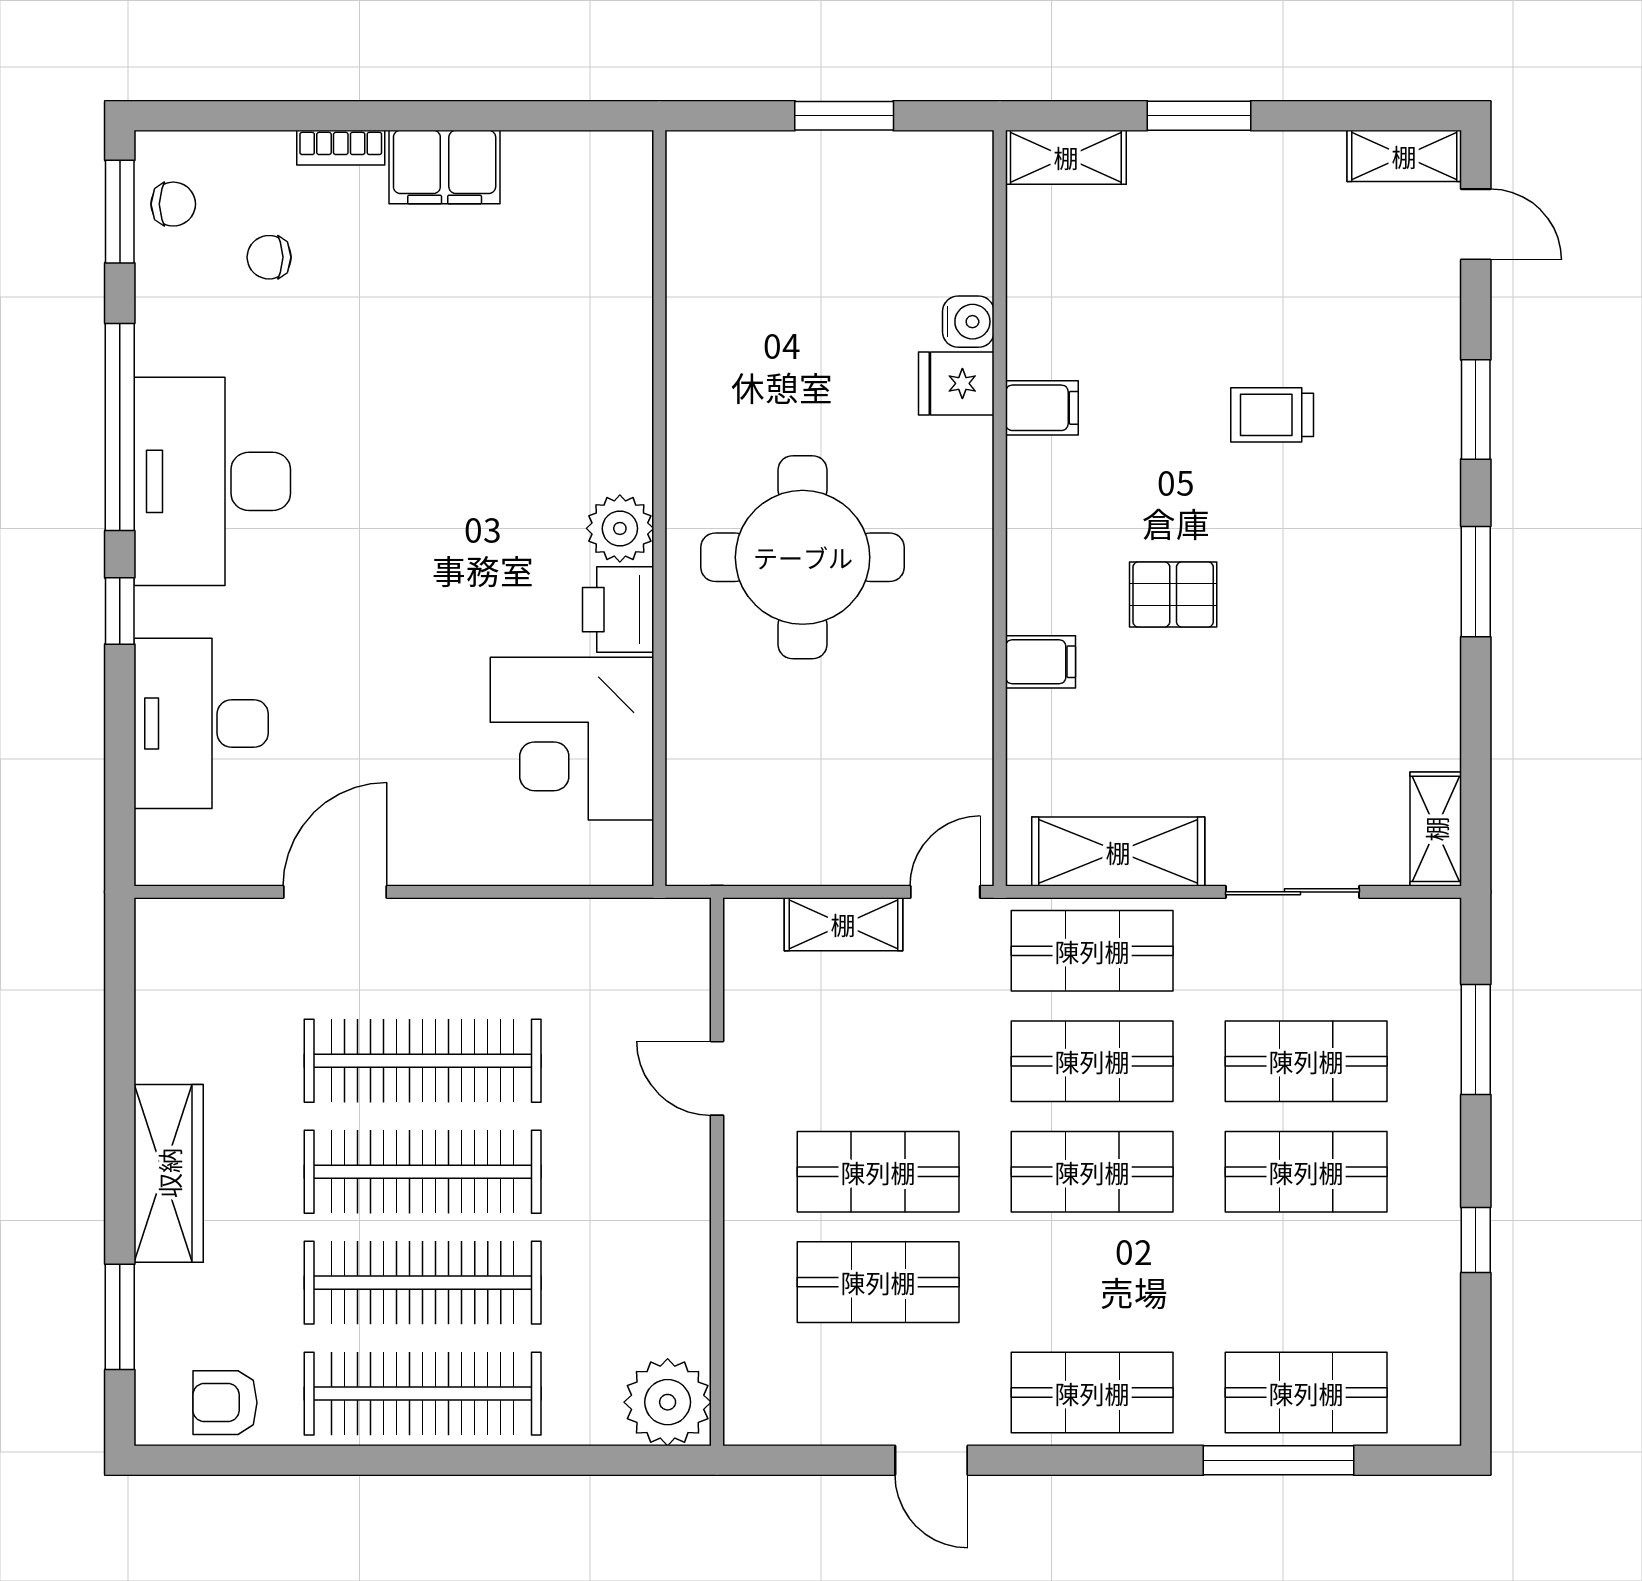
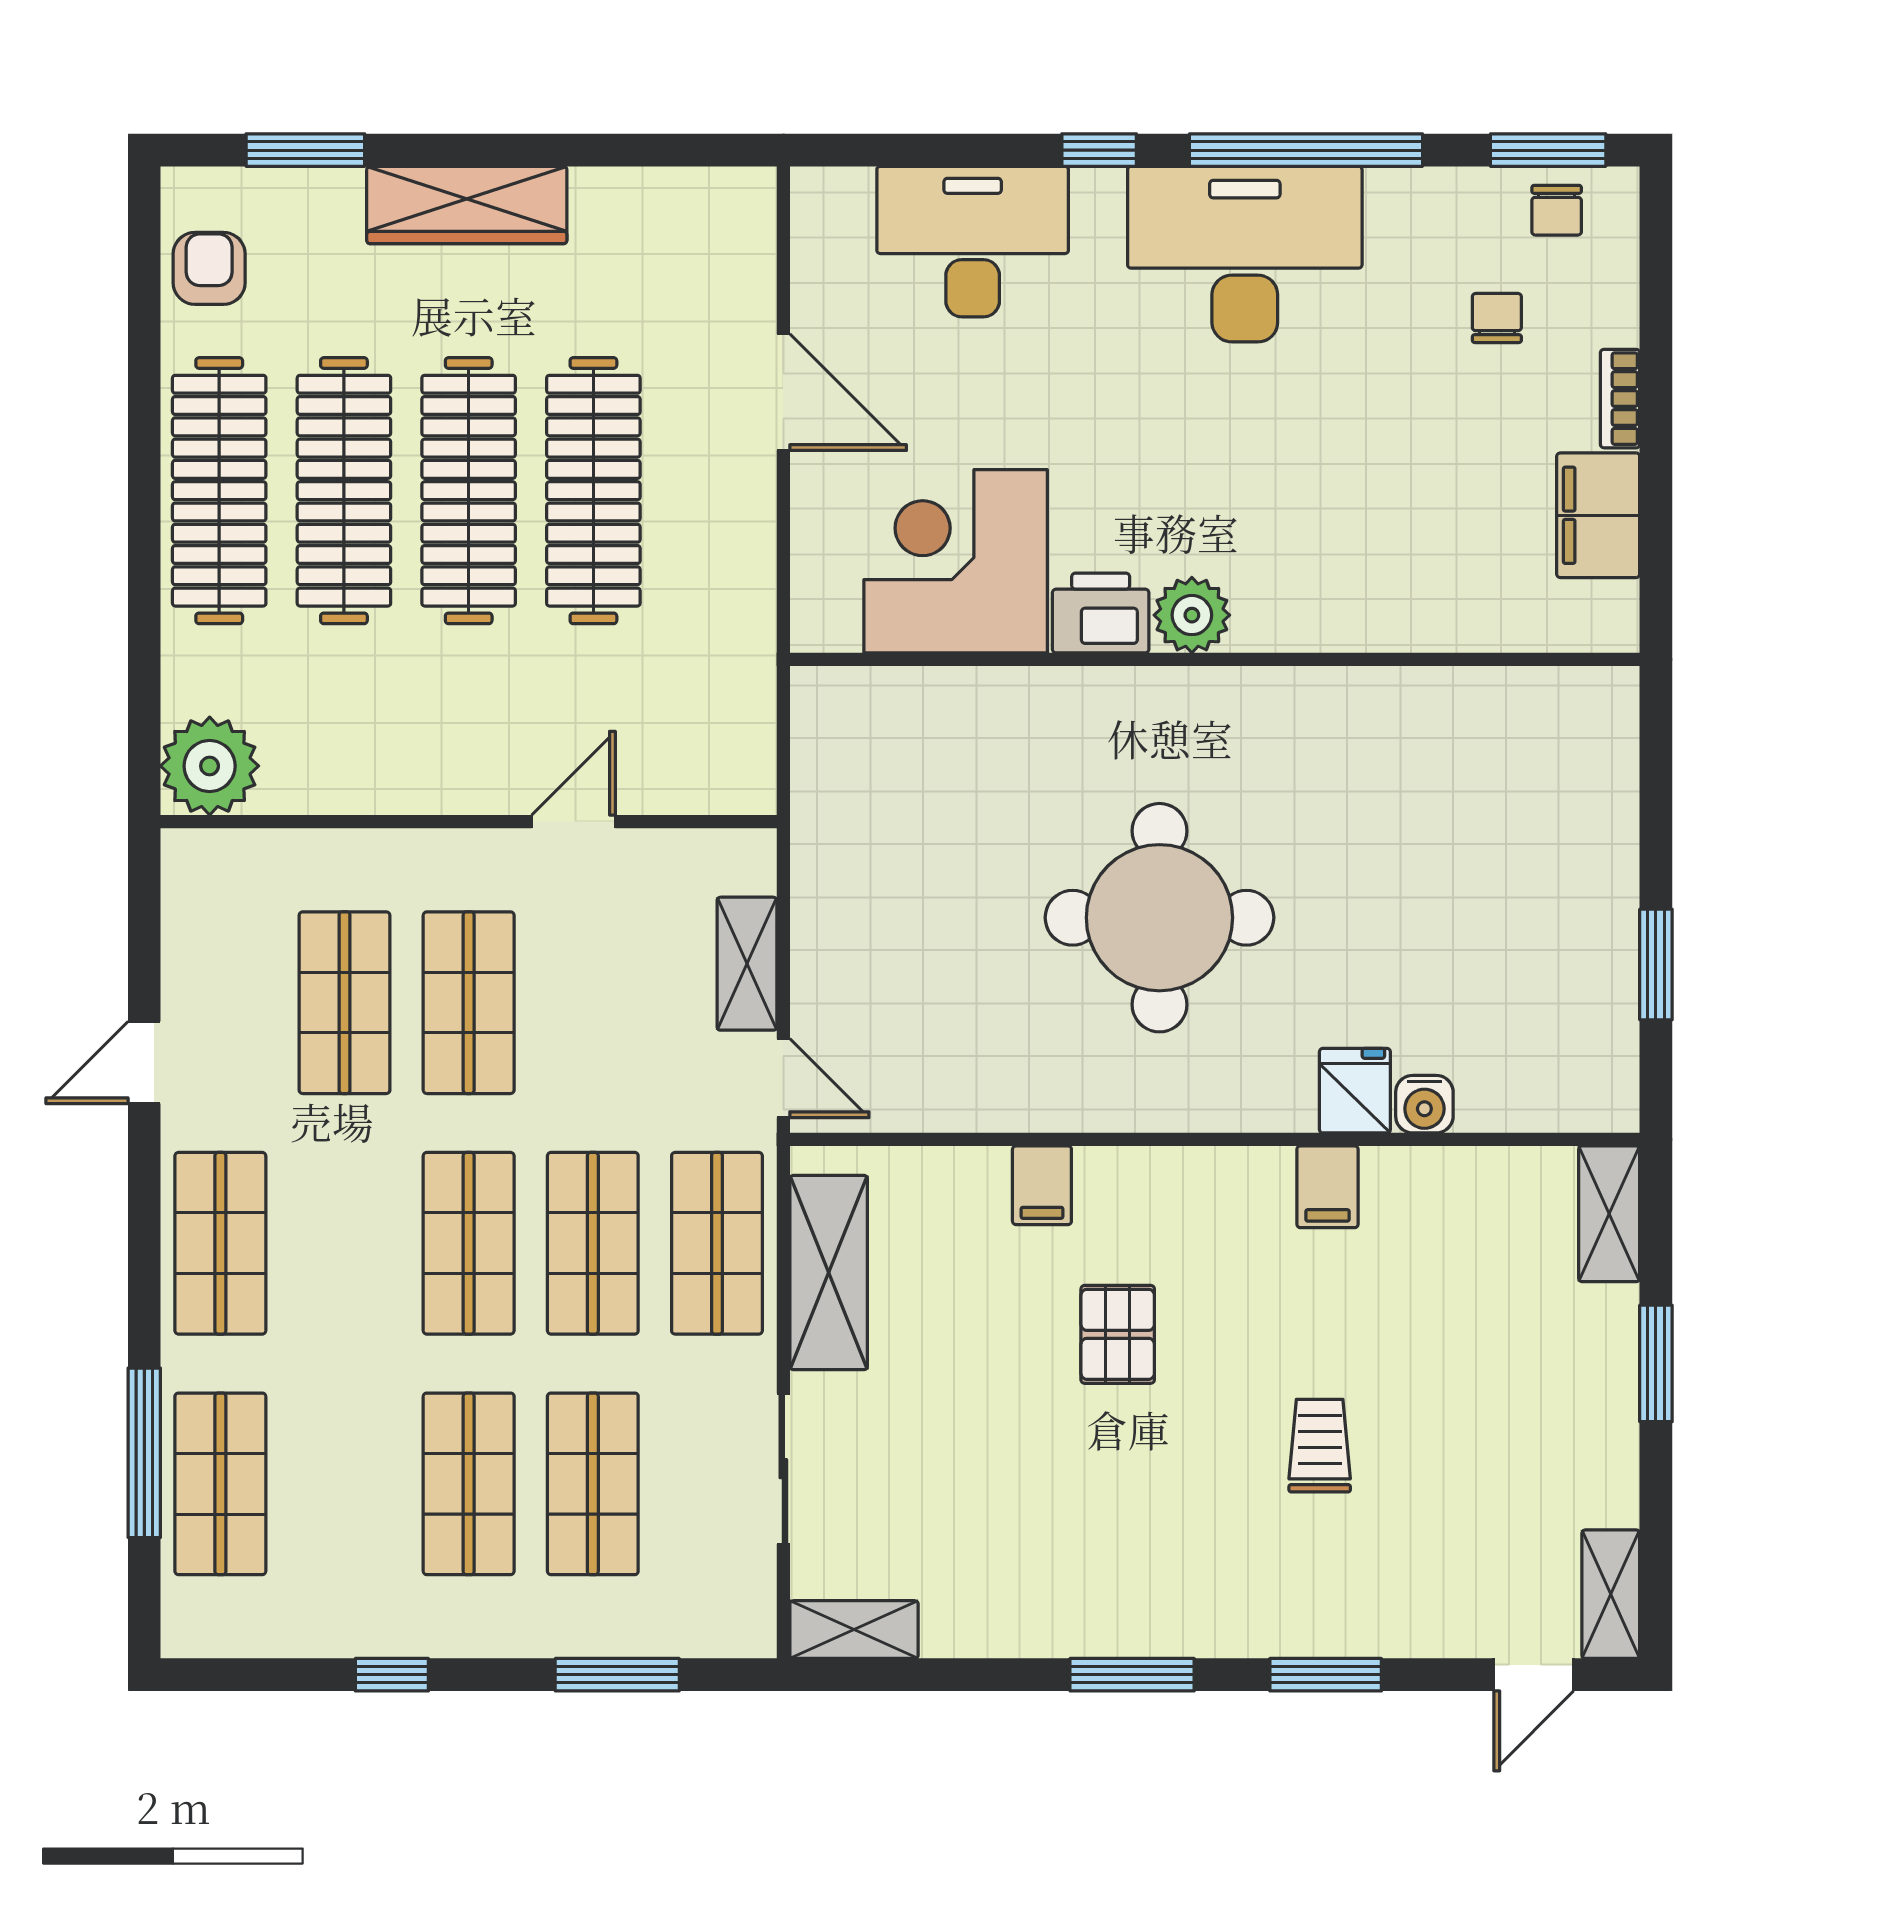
wall: (659, 508) -> (1215, 659), moved
plant: (620, 528) -> (1192, 615), moved
printer: (618, 610) -> (1101, 613), moved
corner desk: (572, 739) -> (956, 561), moved

